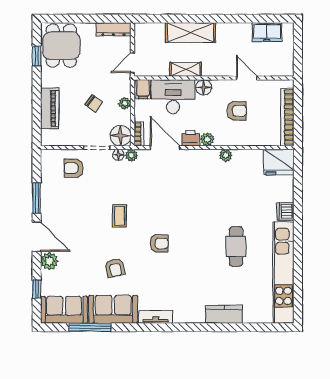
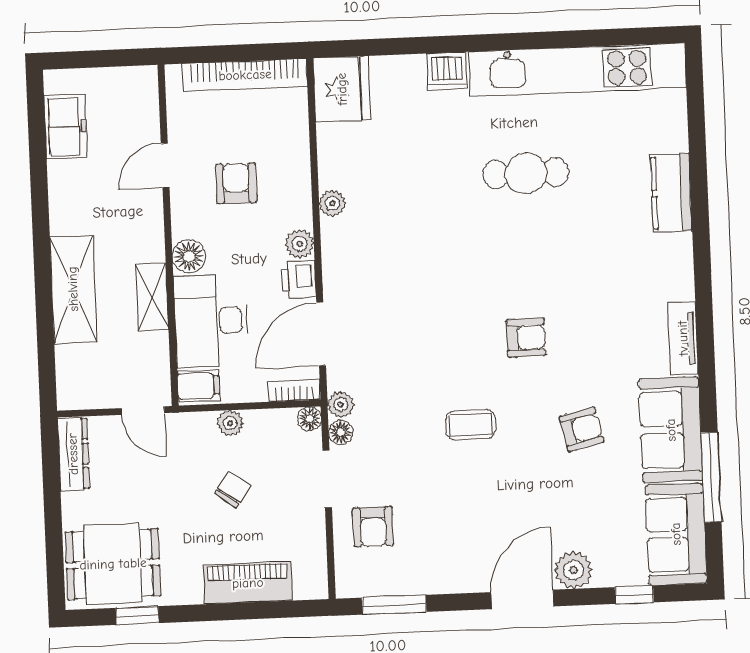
floor lamp: (120, 136) -> (310, 419), width x0.53, depth x0.53
window: (37, 198) -> (394, 605), moved
armchair: (159, 243) -> (526, 337), turned 90

